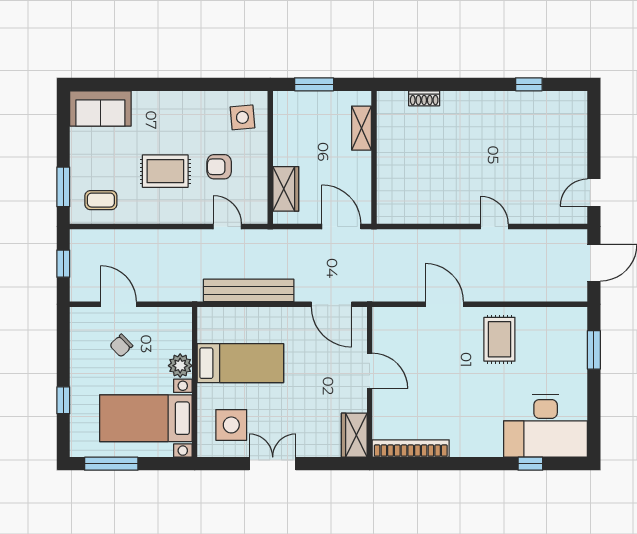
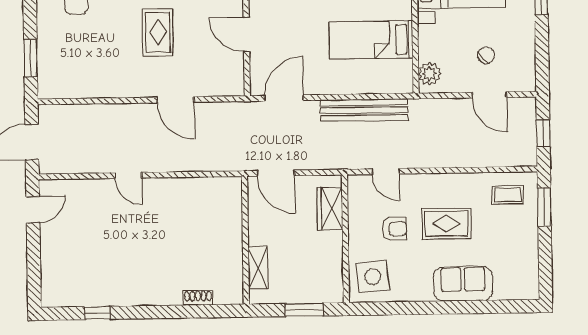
sofa: (100, 108) -> (463, 284), moved
side table: (242, 117) -> (373, 277), width x1.37, depth x1.37
door: (332, 304) -> (284, 98), hinge flipped
rug: (499, 339) -> (158, 32), moved
plant: (180, 366) -> (430, 74), moved

